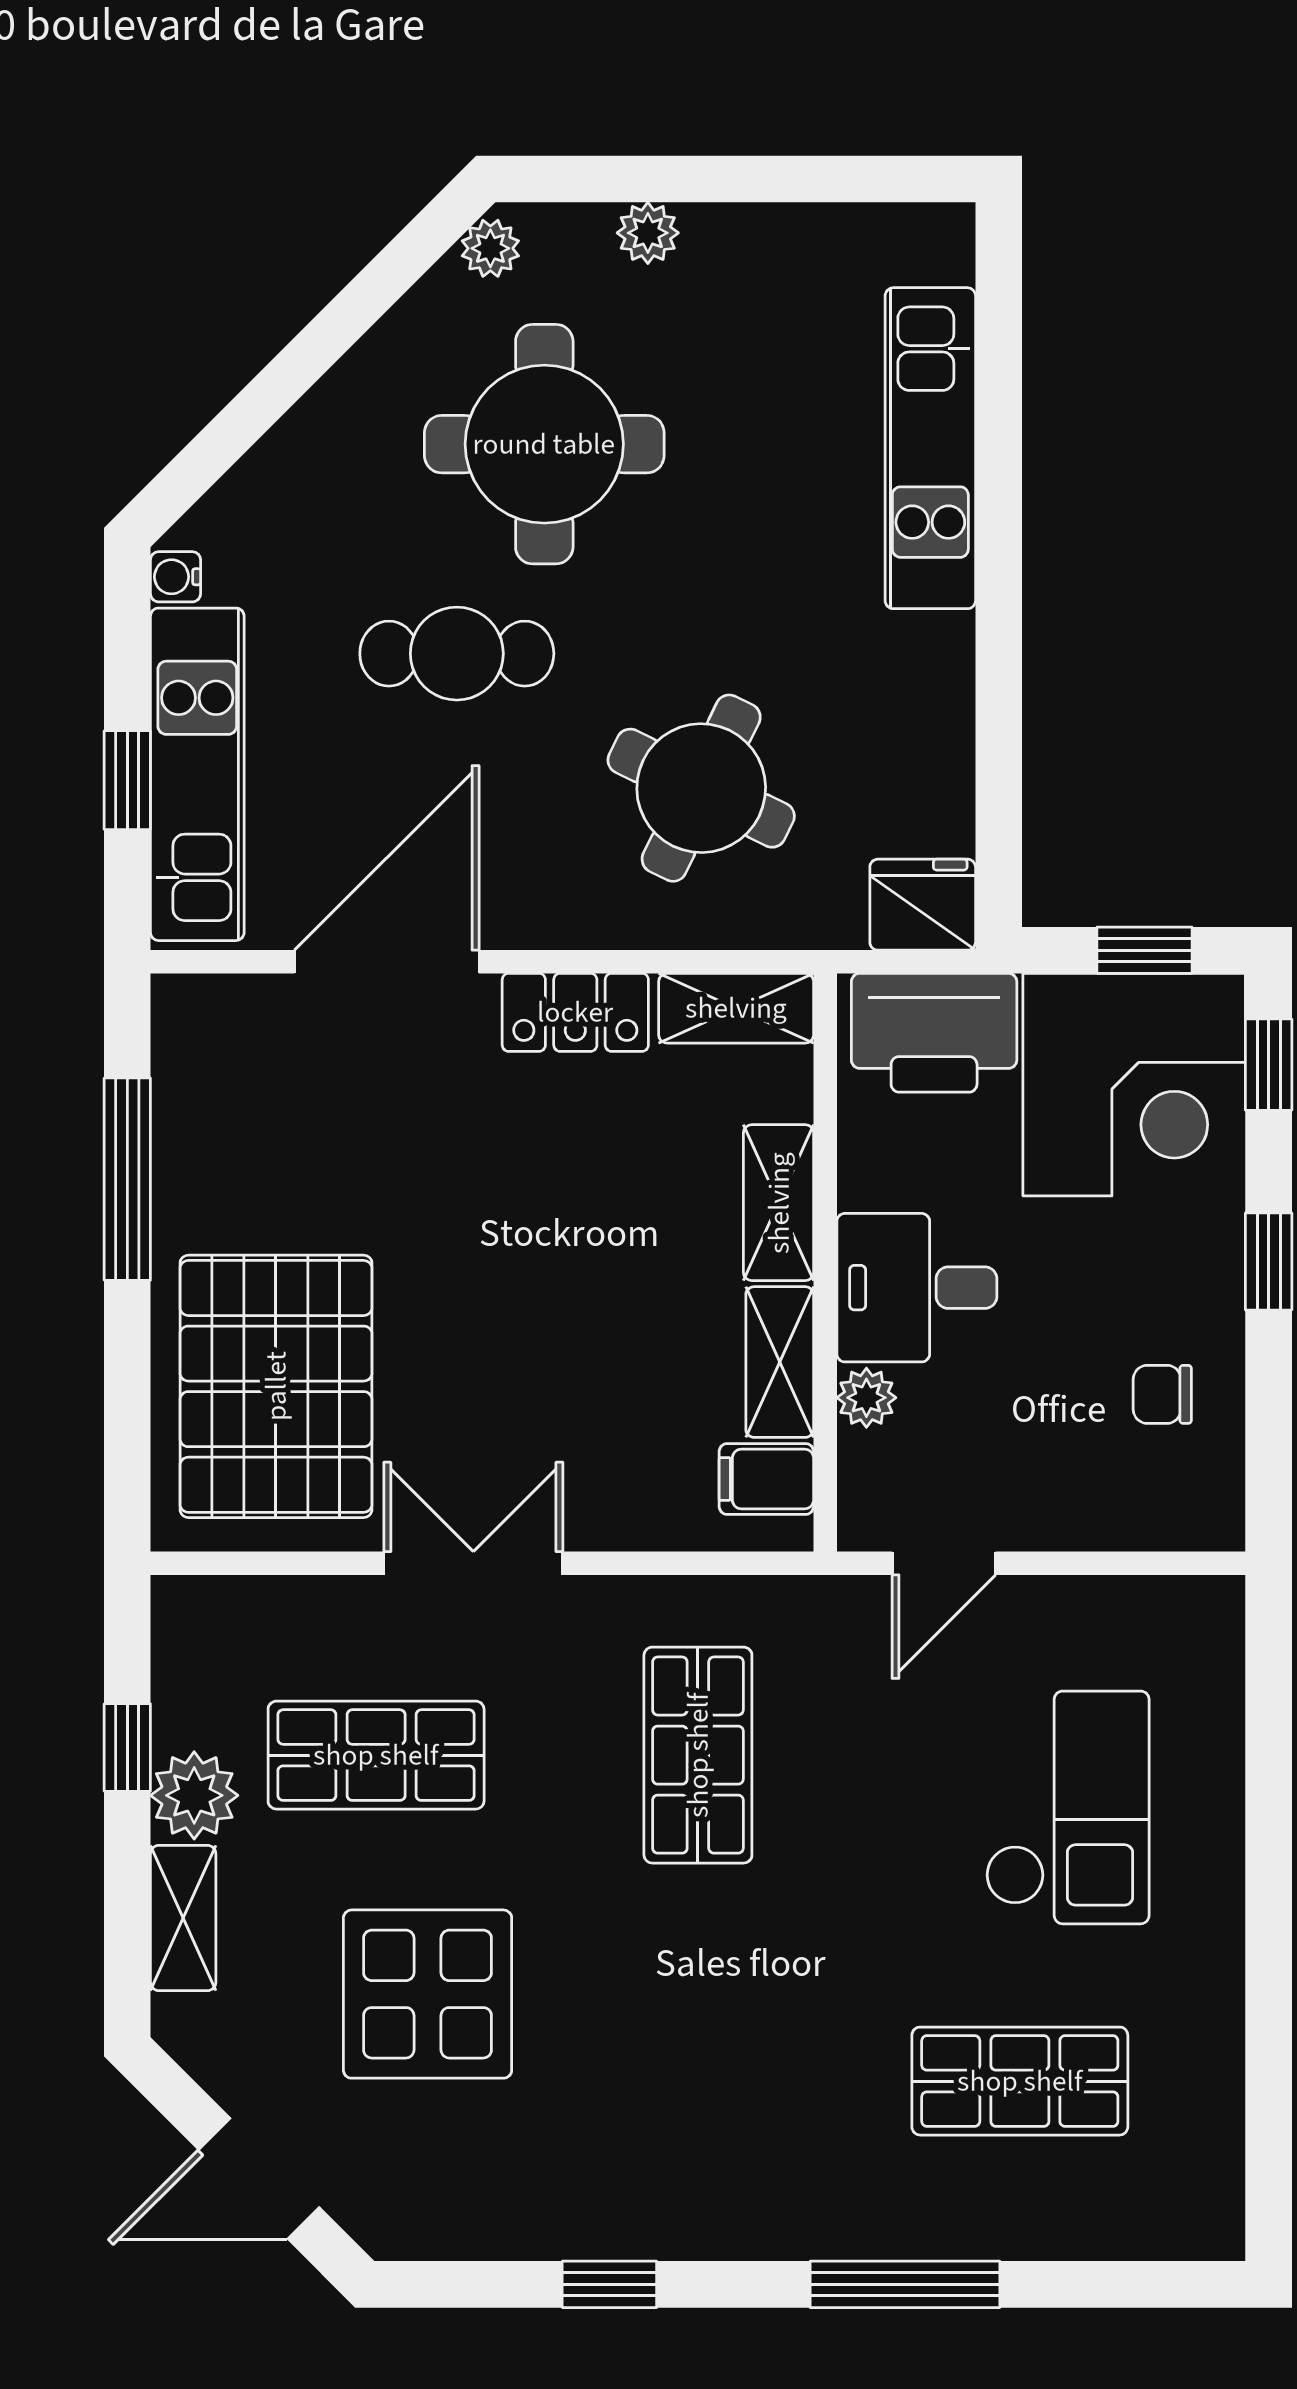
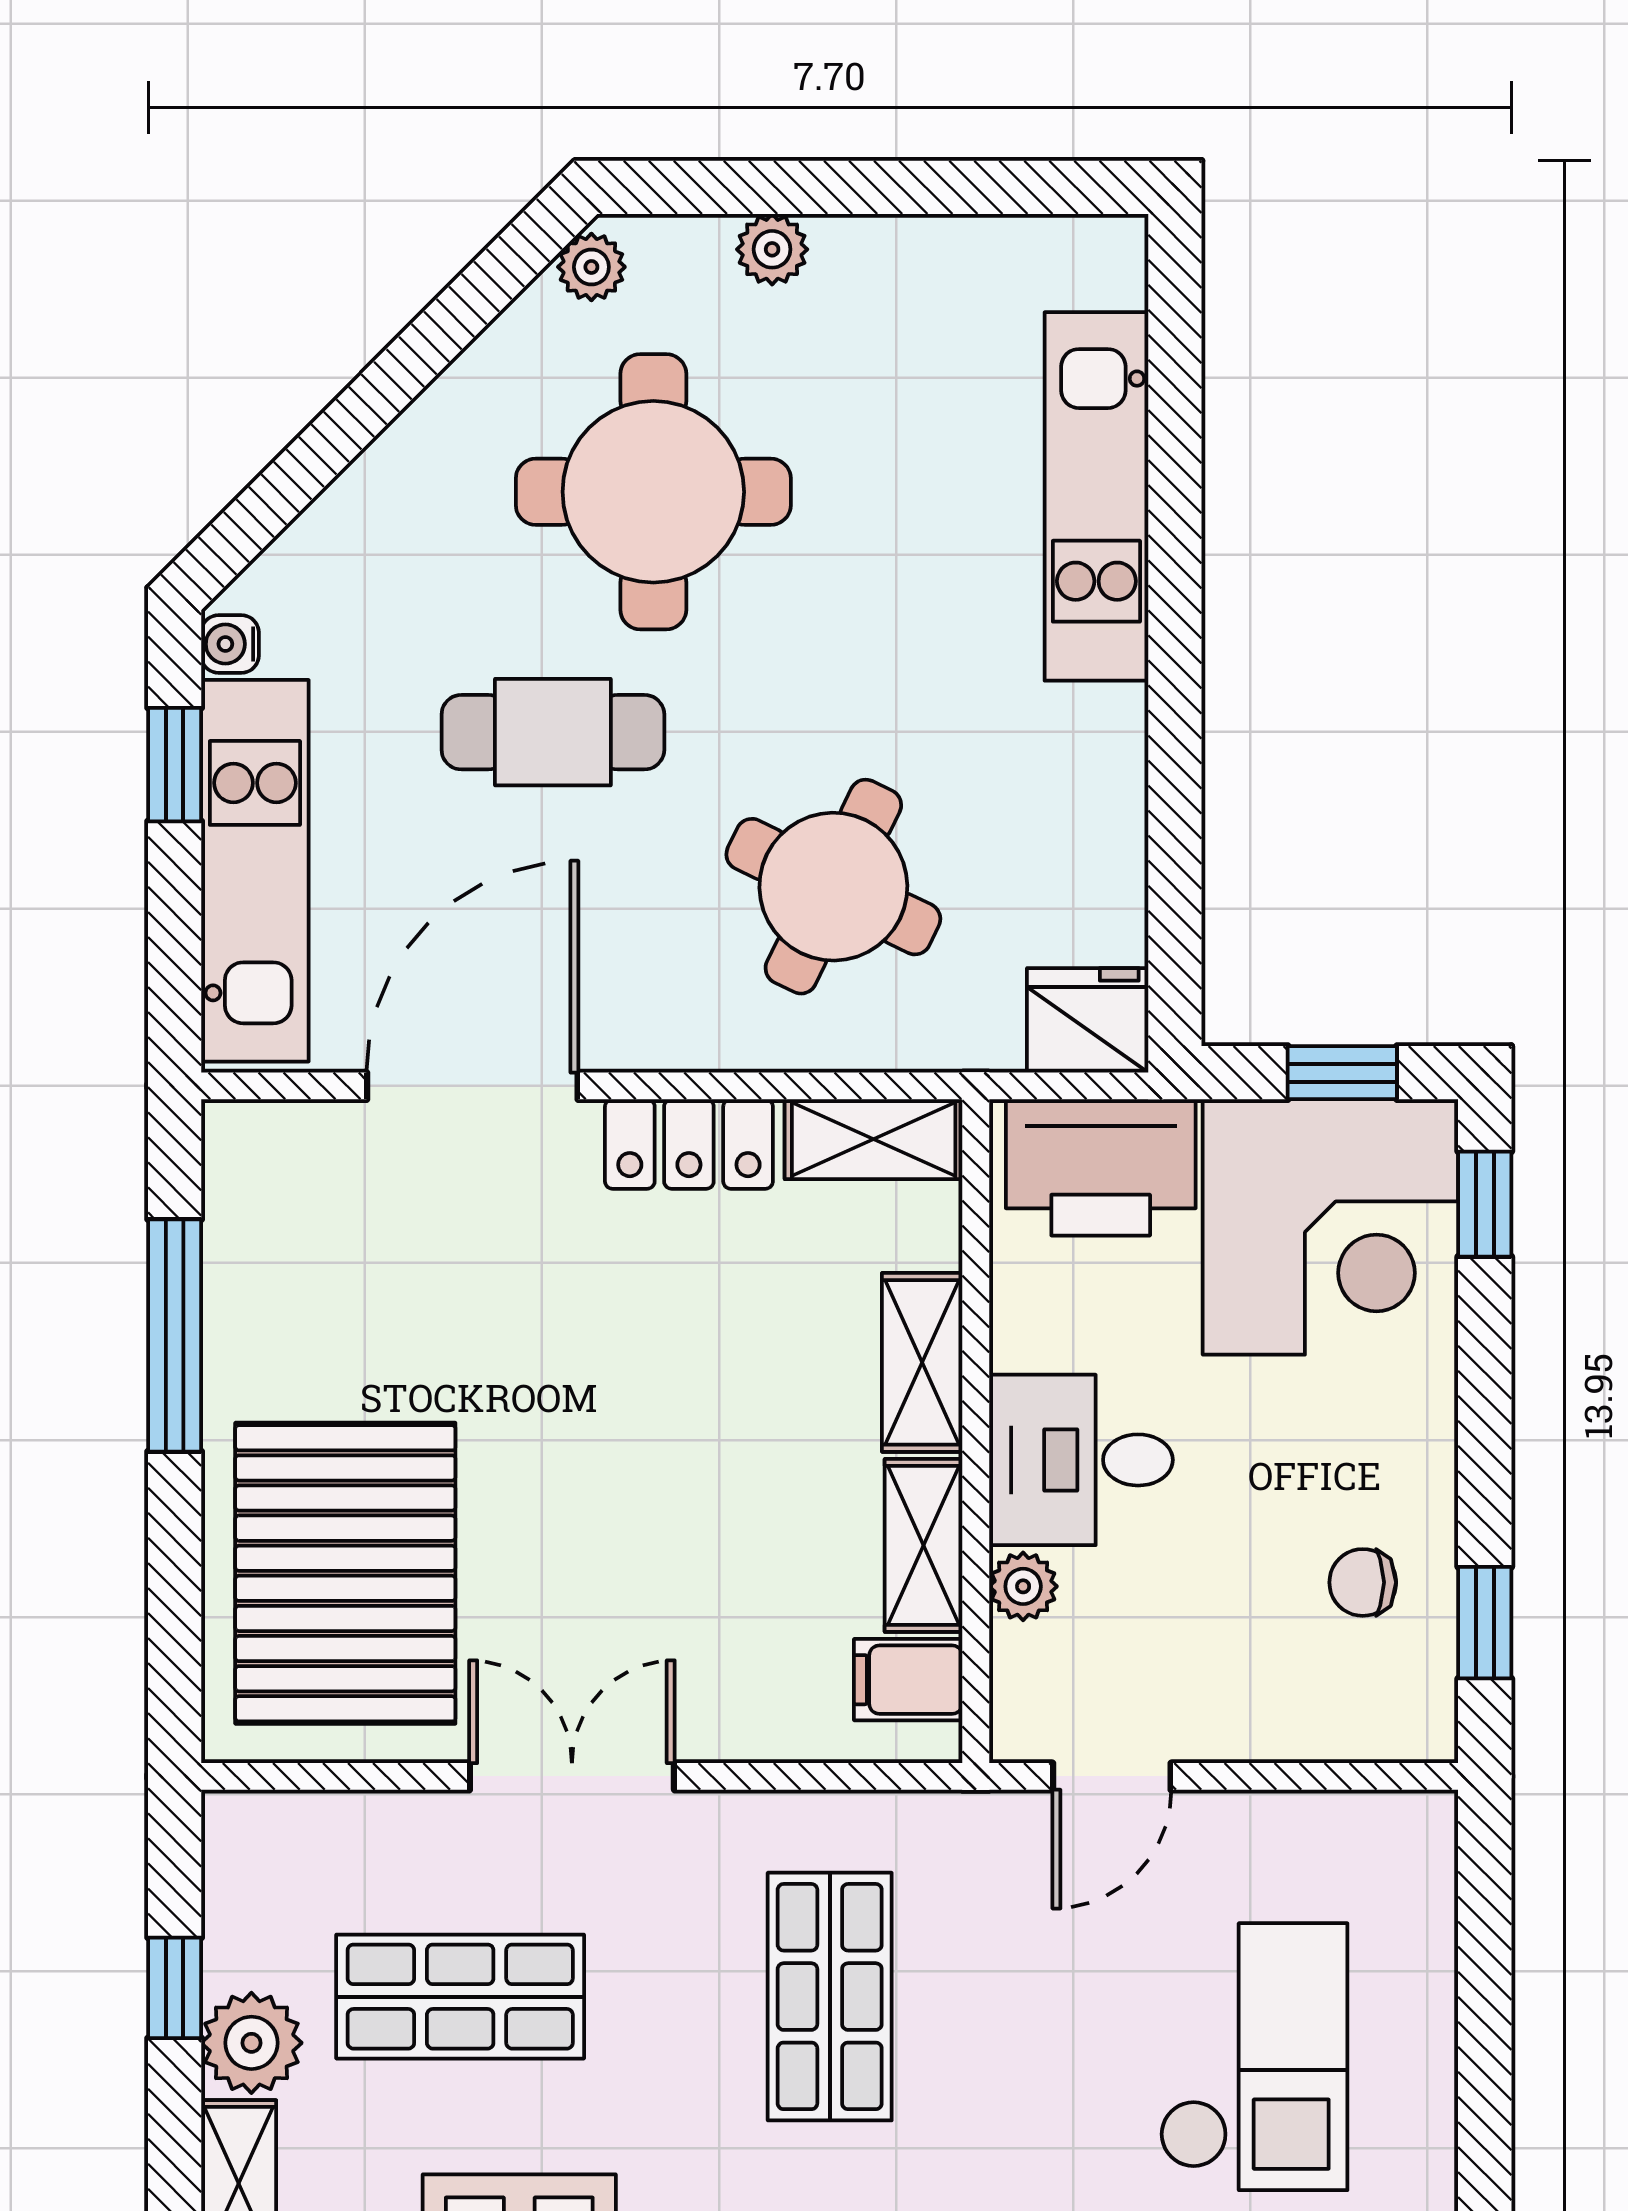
window: (127, 780) -> (175, 765), moved
window: (1269, 1261) -> (1485, 1623), moved

